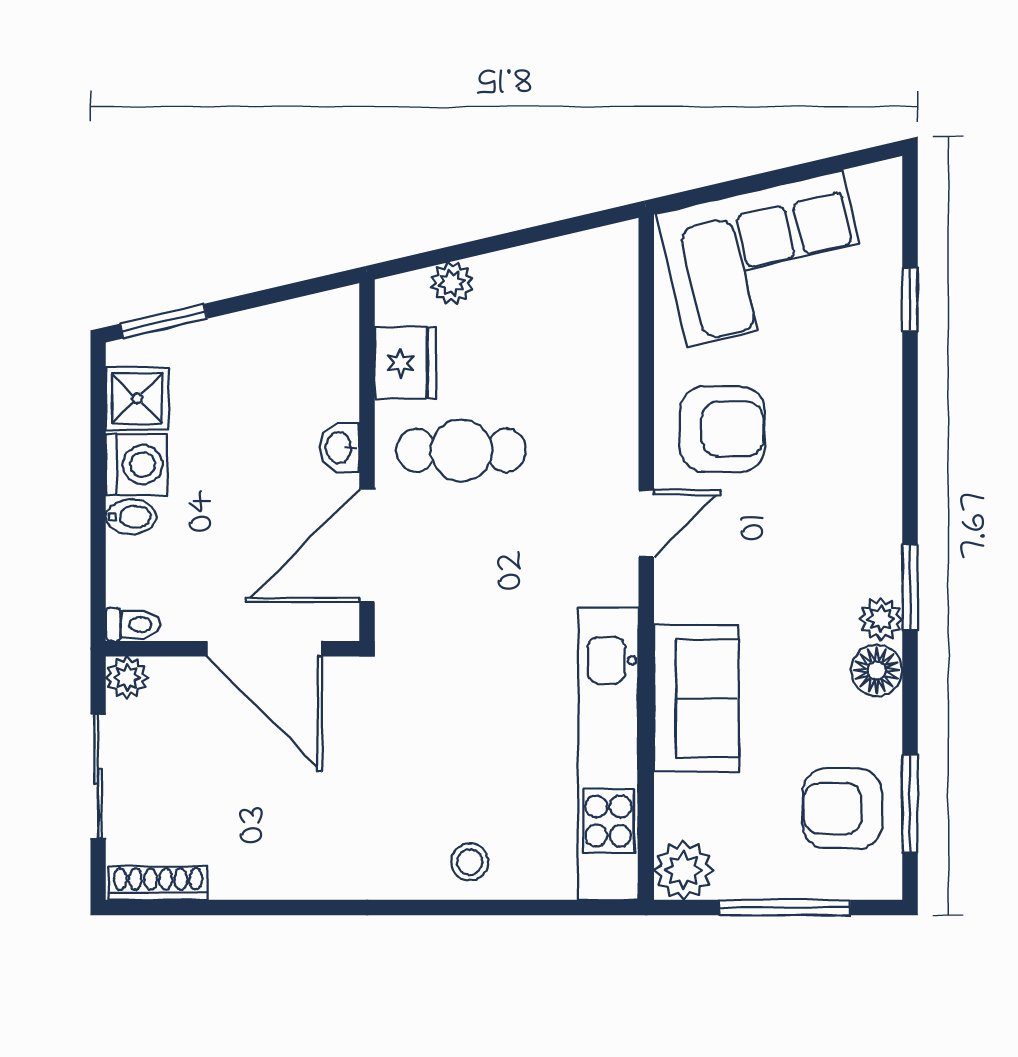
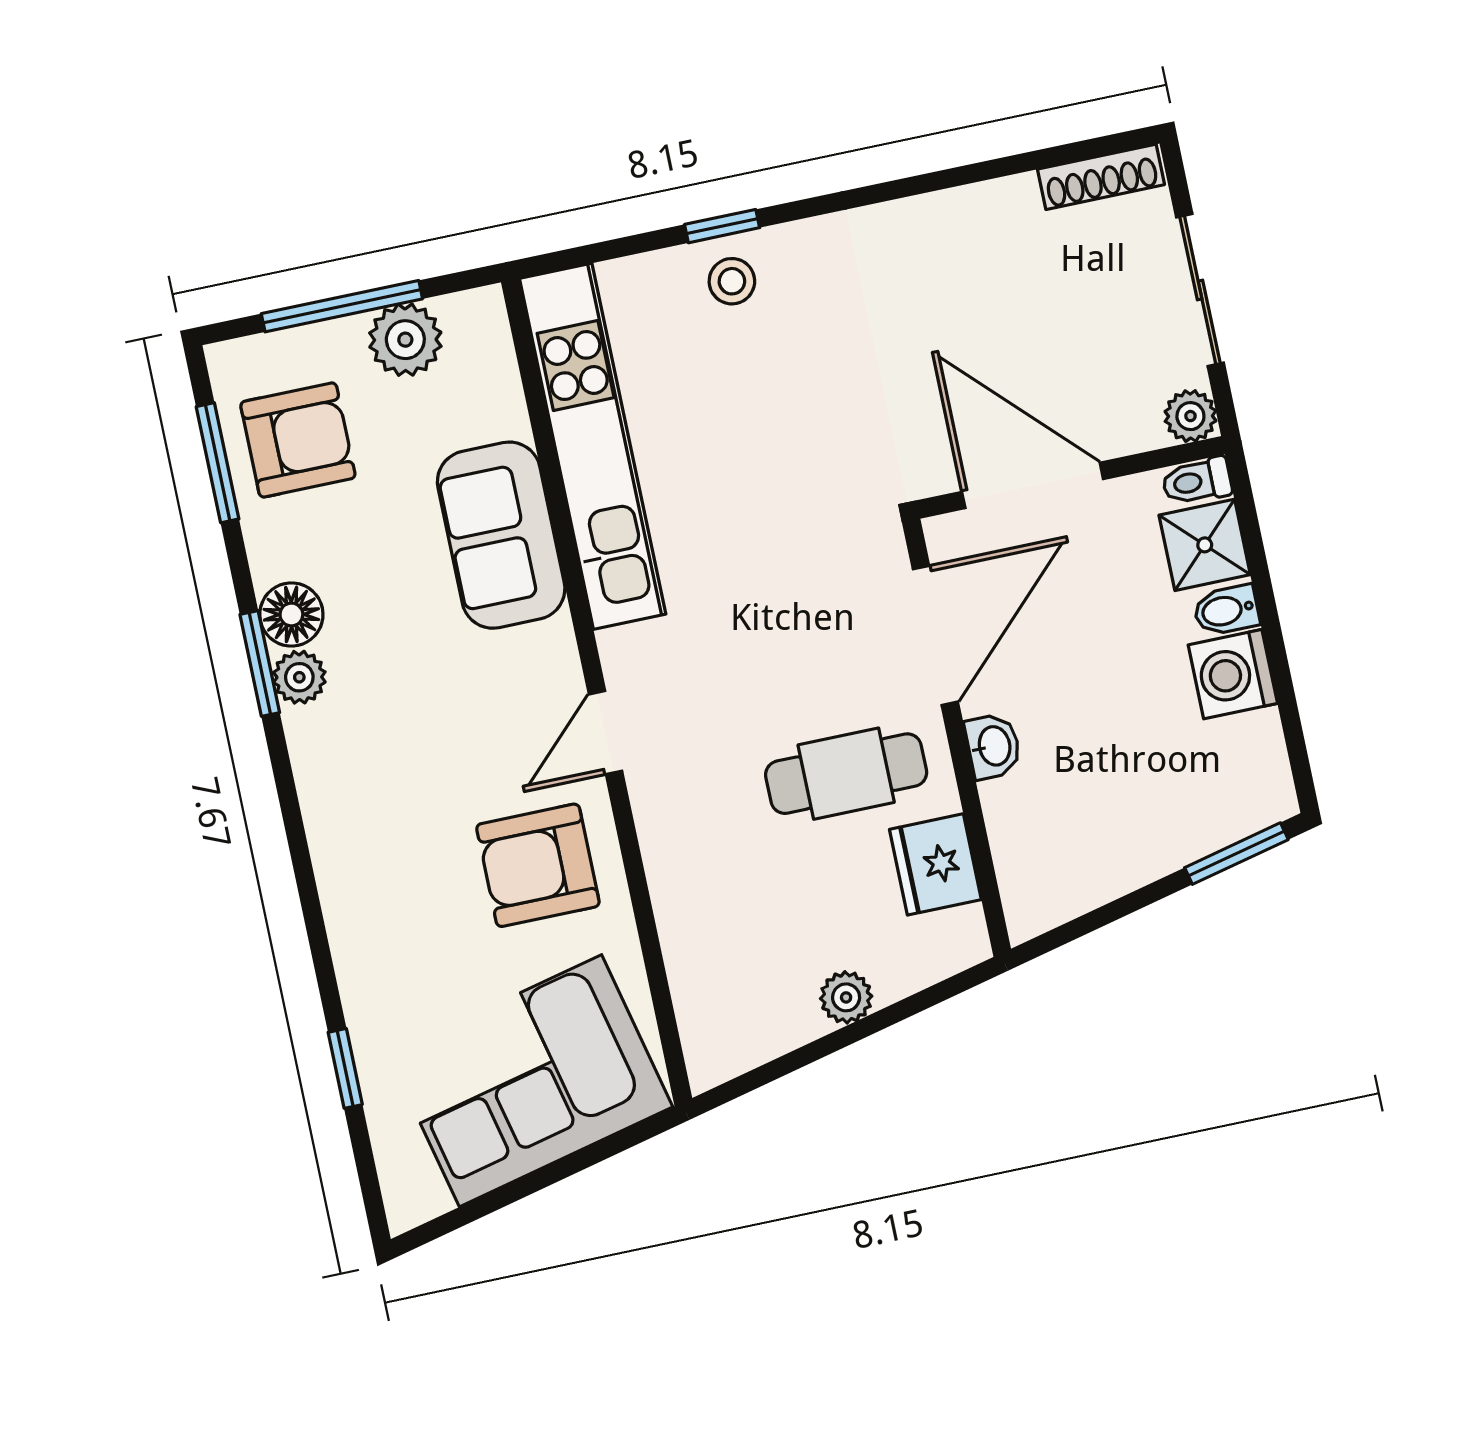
plant: (452, 283) -> (846, 997), moved
shower: (137, 398) -> (1205, 545), moved
window: (910, 587) -> (260, 663), moved
plant: (683, 870) -> (405, 340), moved
window: (468, 908) -> (722, 226), added

